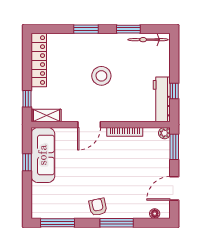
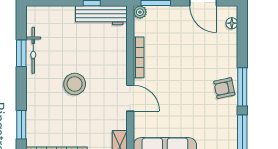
window: (86, 29) -> (21, 125), moved
bicycle: (148, 40) -> (33, 50), moved
window: (117, 223) -> (242, 87), moved

